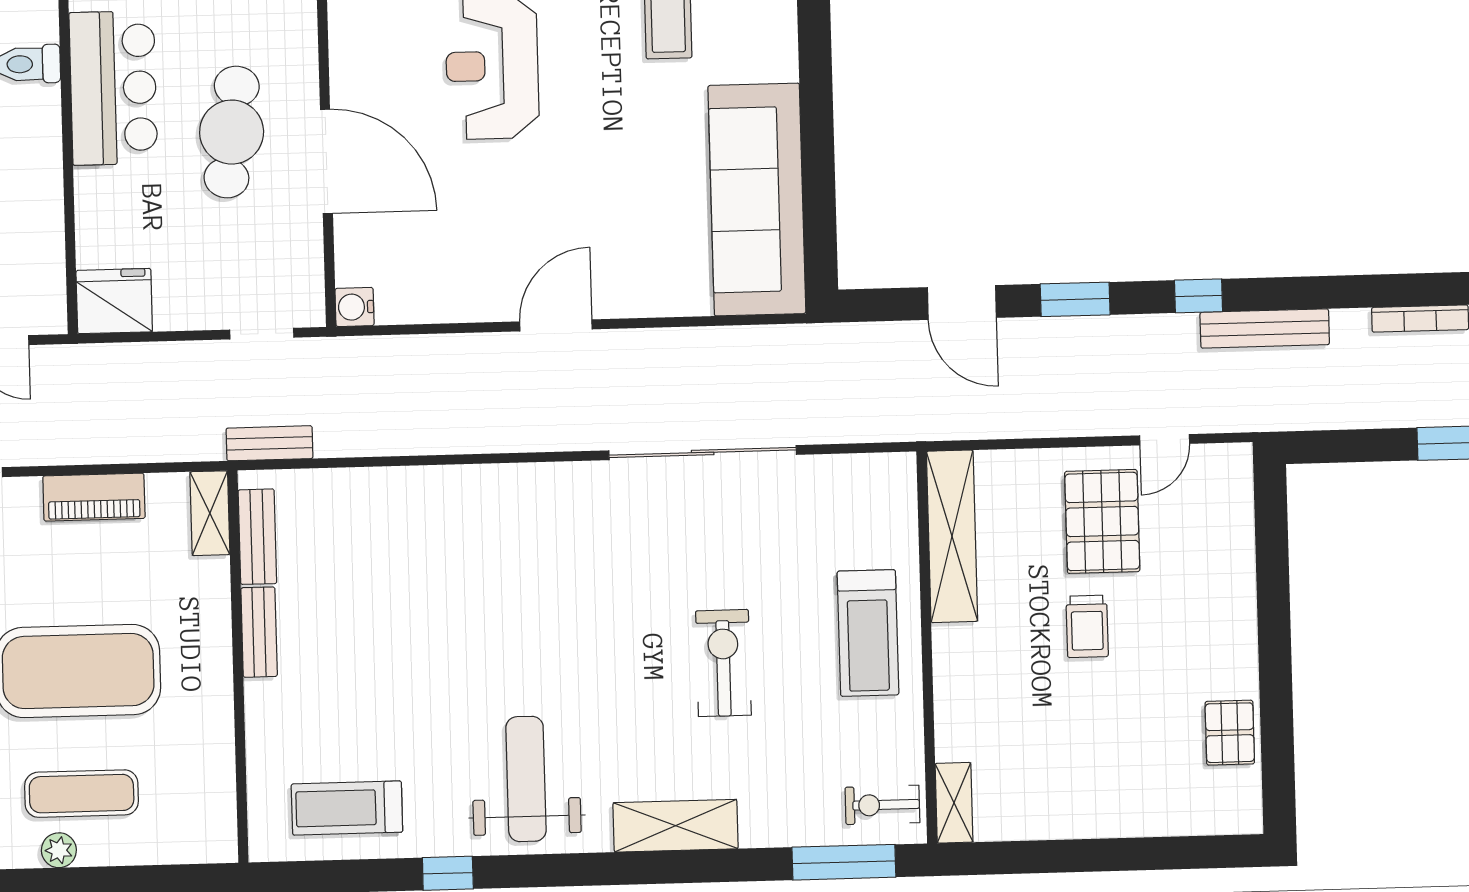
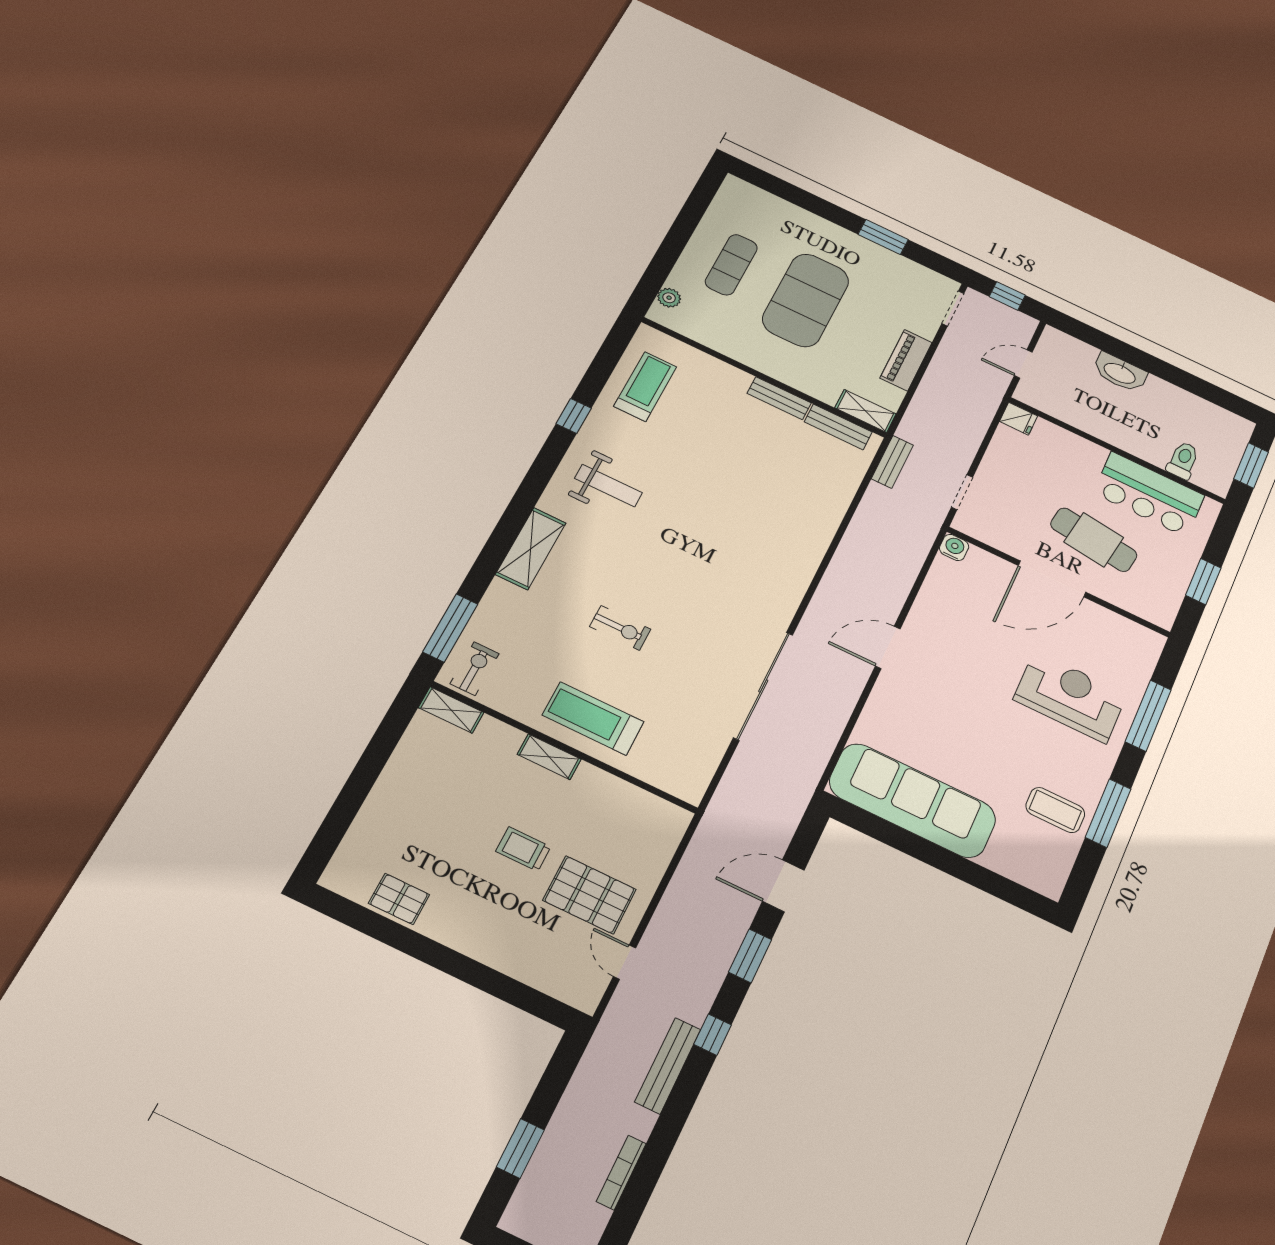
fridge: (114, 301) -> (1019, 419), width x0.53, depth x0.75
door: (556, 325) -> (888, 647), swing flipped
shelving: (952, 536) -> (549, 757), moved, width x0.45, depth x0.75
exercise bike: (723, 663) -> (620, 628), width x0.73, depth x0.72
weight bench: (526, 779) -> (608, 486), width x0.73, depth x0.75
plant: (59, 850) -> (669, 298), moved

